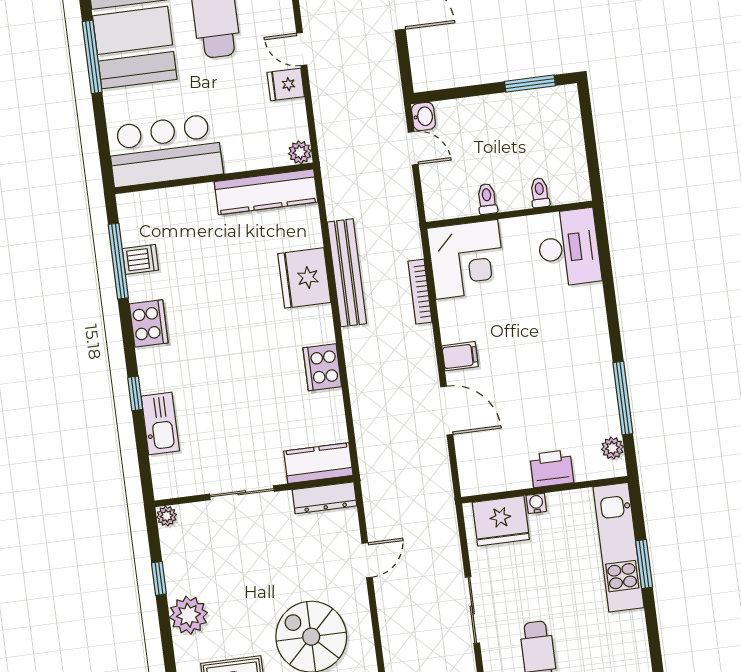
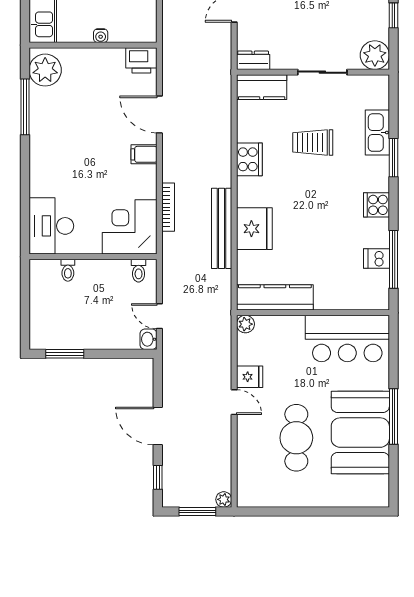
toilet: (487, 199) -> (139, 271), moved
cooker: (149, 323) -> (376, 205), width x0.73
window: (135, 393) -> (393, 158), width x1.50
trolley: (243, 400) -> (313, 142), added
plant: (612, 448) -> (45, 70), width x1.87, depth x1.87
printer: (552, 469) -> (141, 60), moved
dresser: (324, 498) -> (253, 60), width x0.70
plant: (167, 516) -> (375, 55), width x1.88, depth x1.88
fridge: (501, 521) -> (129, 26), removed

